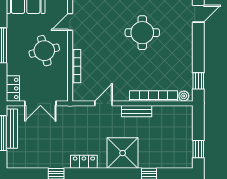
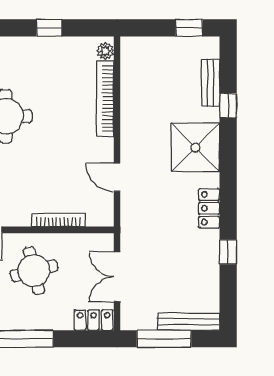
window: (198, 81) -> (49, 28), moved
double door: (40, 103) -> (117, 277), swing flipped
bench: (137, 111) -> (211, 83), moved
bench: (12, 129) -> (188, 322), moved

